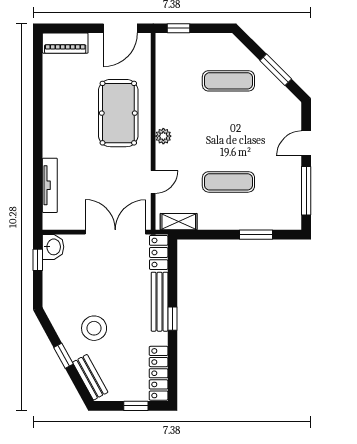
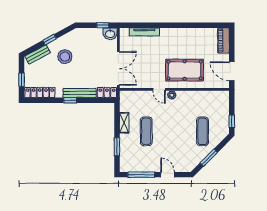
window: (178, 28) -> (232, 121), moved
door: (153, 182) -> (159, 89), moved
shelving: (179, 222) -> (124, 123), moved

